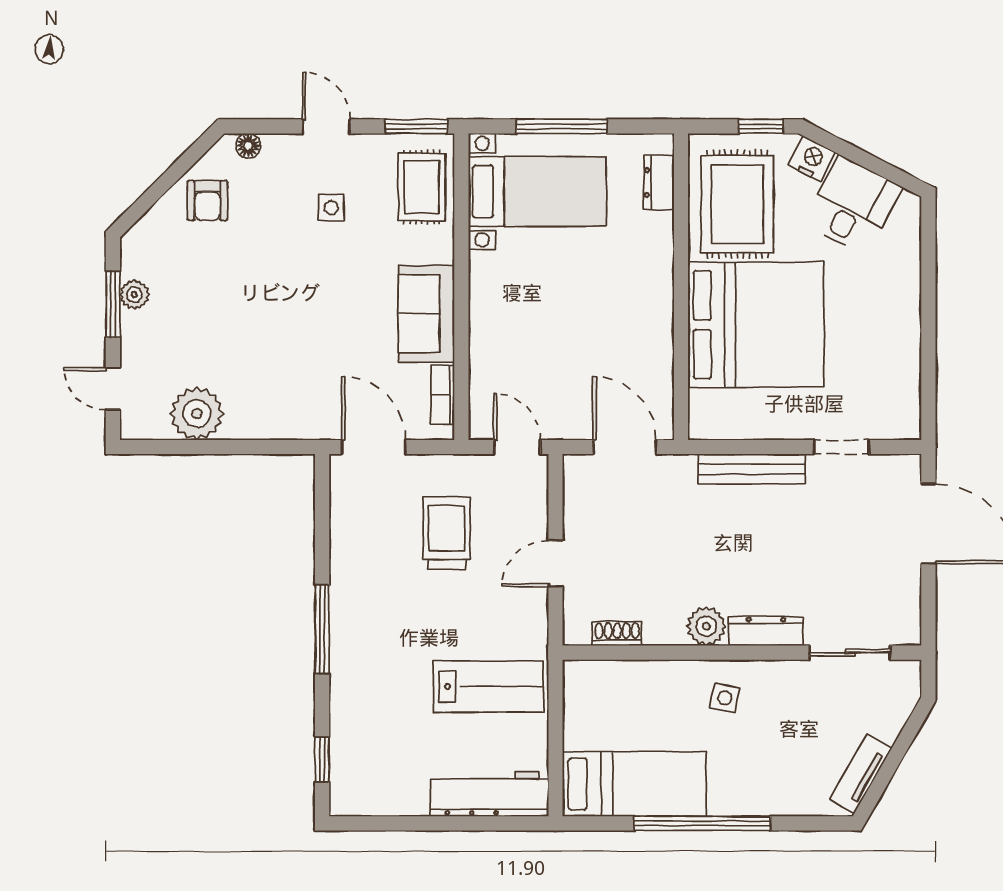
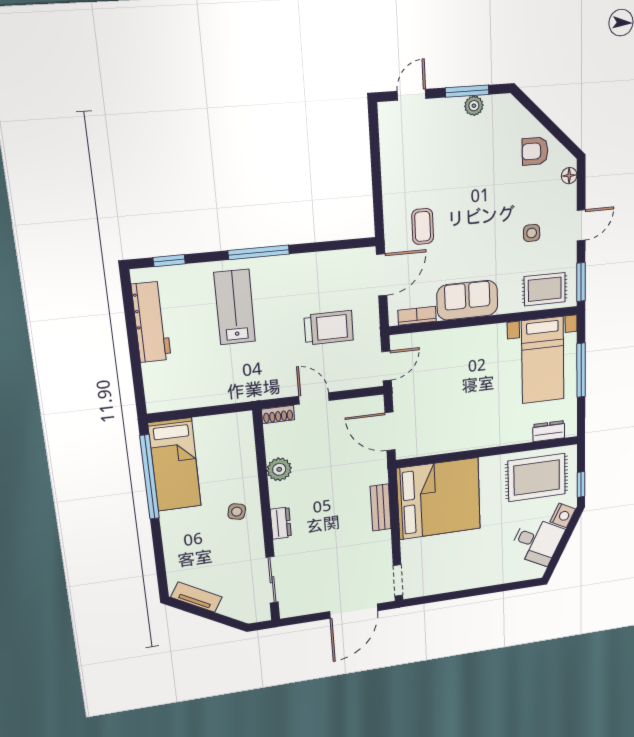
bed: (756, 325) -> (439, 499), moved, turned -90
coffee table: (306, 380) -> (423, 226), added
plant: (197, 414) -> (398, 155), removed
door: (625, 447) -> (390, 431), swing flipped
doorway: (841, 447) -> (398, 580), moved
bench: (752, 469) -> (381, 507), width x0.73
plant: (706, 626) -> (279, 469), moved
dresser: (766, 631) -> (281, 523), width x0.70
shoe rack: (617, 634) -> (278, 415), moved, turned 90
lab bench: (488, 687) -> (235, 307), moved, turned 180
workbench: (489, 794) -> (151, 322), moved
window: (702, 823) -> (150, 477), moved

